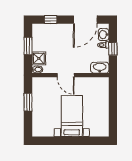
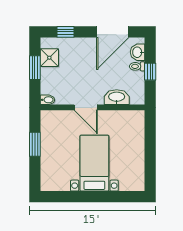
shower: (39, 58) -> (49, 58), moved
washbasin: (100, 68) -> (117, 97), moved

